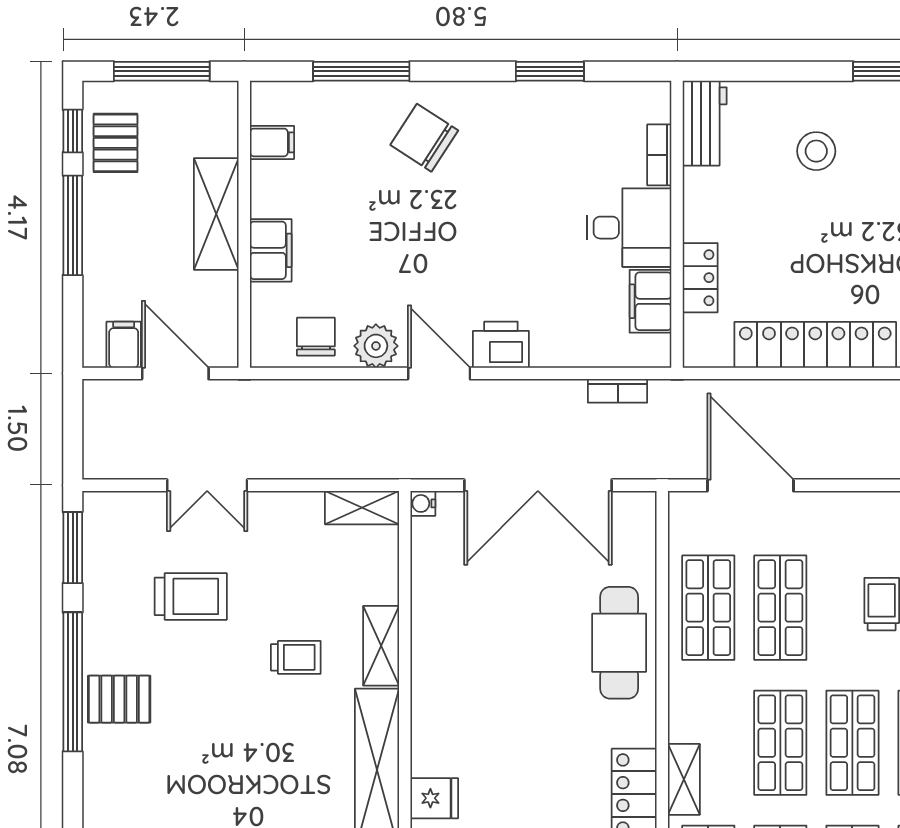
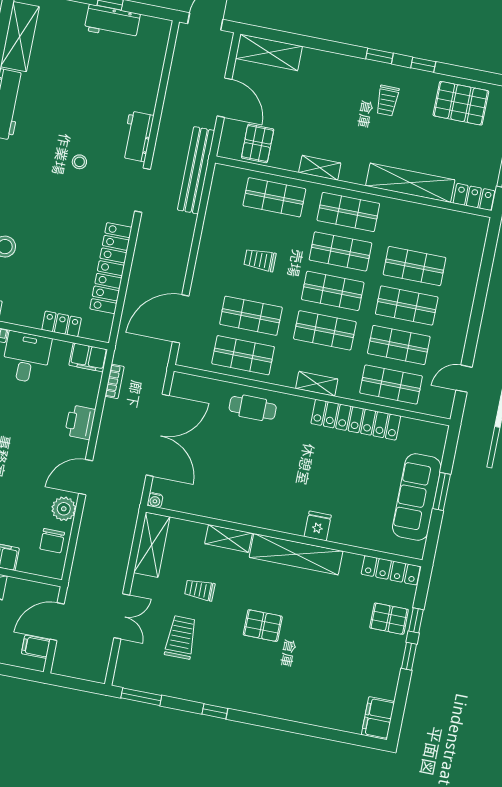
filing cabinet: (651, 301) -> (88, 357), moved
chair: (316, 337) -> (52, 541), turned -90
printer: (501, 345) -> (80, 422), moved
shelving: (362, 508) -> (152, 545), width x1.50, depth x1.33
cafe table: (619, 643) -> (253, 408), width x0.73, depth x0.74
trolley: (296, 657) -> (200, 590), moved, turned -90
window: (73, 682) -> (215, 711), width x0.32
pallet: (119, 699) -> (263, 626), moved, turned 90
shelving: (684, 779) -> (317, 384), moved

